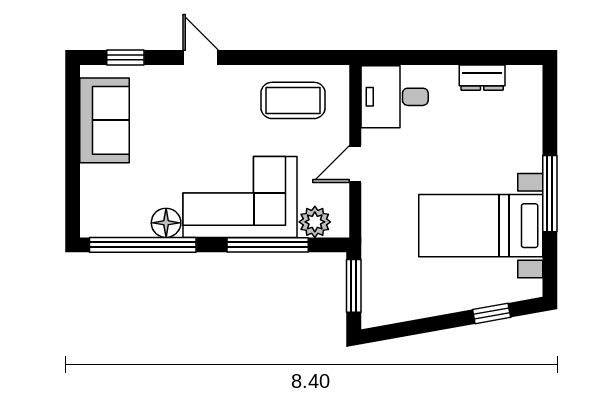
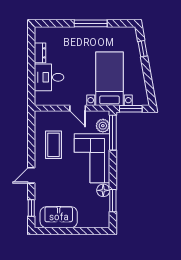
desk: (395, 97) -> (49, 77), moved, turned 90
coffee table: (293, 100) -> (53, 145), moved
bed with nightstands: (481, 226) -> (110, 79), moved, turned 180
window: (143, 245) -> (113, 201), width x0.47
window: (268, 245) -> (113, 133), moved

